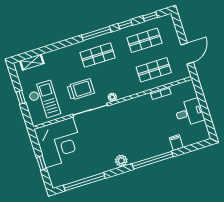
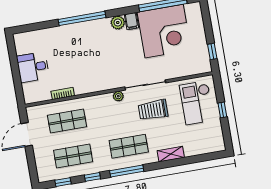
shelving: (32, 62) -> (171, 154), moved
corner desk: (59, 142) -> (164, 31), moved, turned 180
filing cabinet: (176, 143) -> (132, 21), moved
window: (41, 163) -> (212, 51), moved

